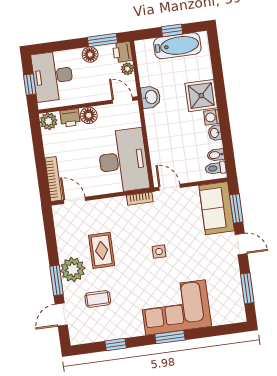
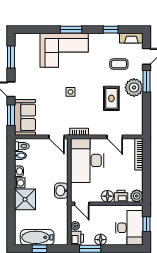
washbasin: (151, 97) -> (61, 191), moved
door: (74, 200) -> (115, 137), moved
fireplace: (86, 337) -> (131, 38), added

